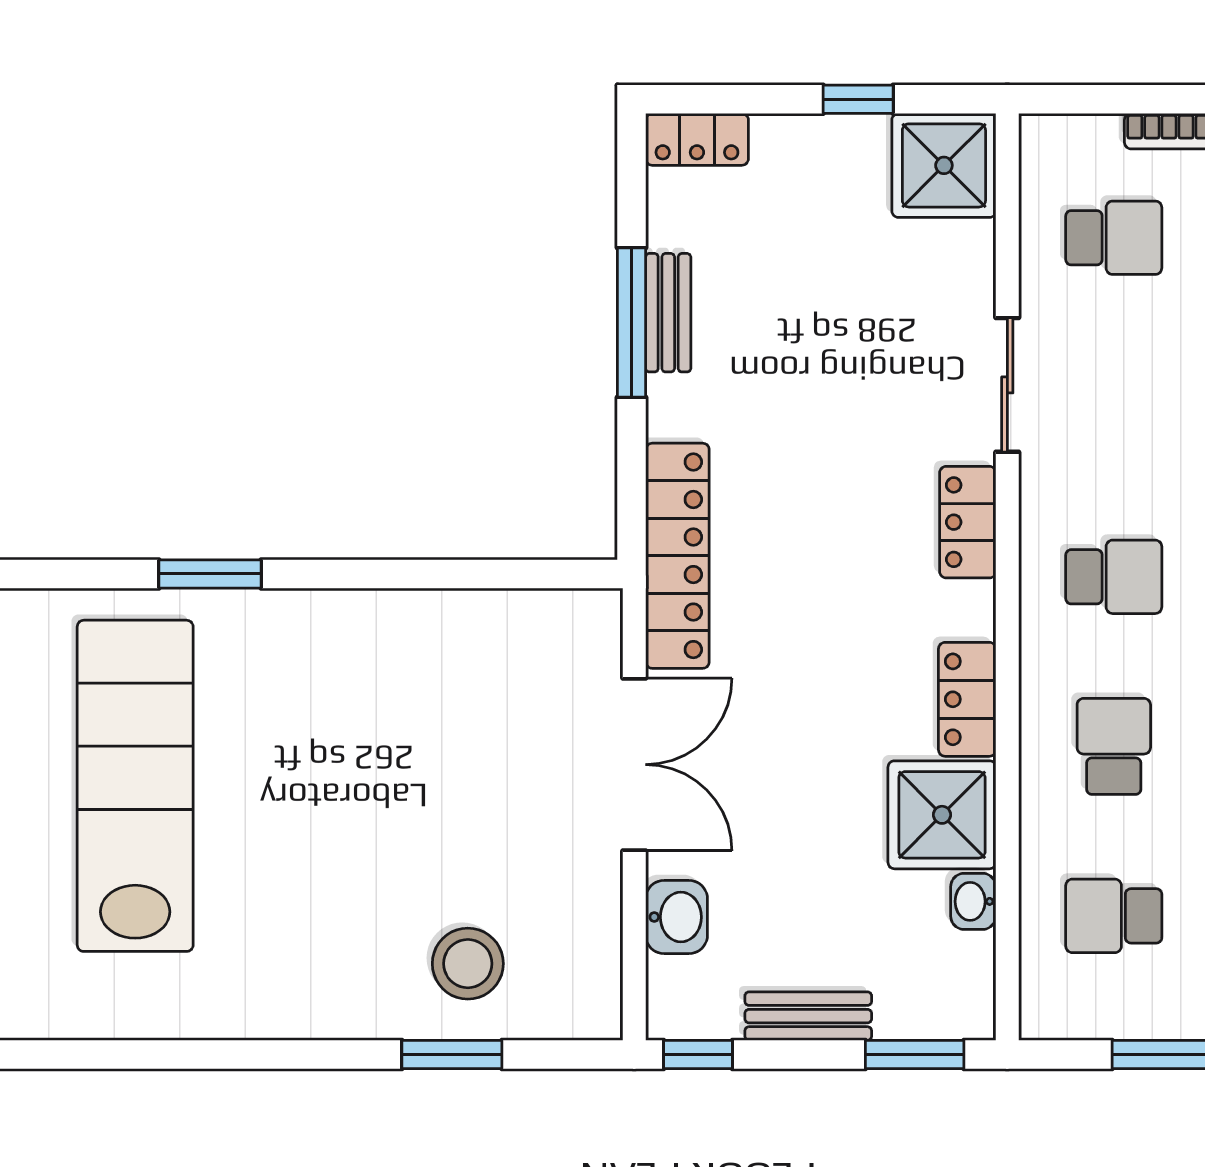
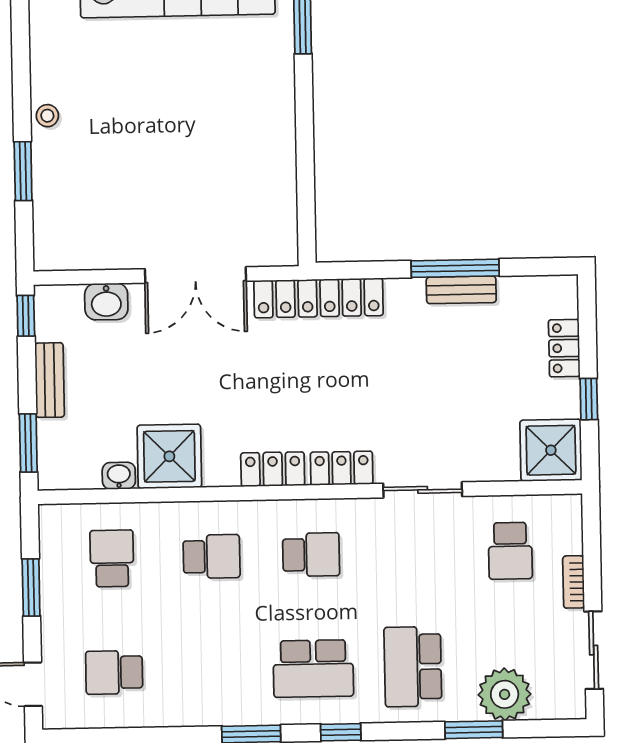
locker: (697, 139) -> (564, 348), moved
school desk: (1114, 577) -> (311, 555), turned -90
locker: (967, 699) -> (273, 469), moved
stool: (468, 964) -> (47, 116), moved, width x0.53, depth x0.53

